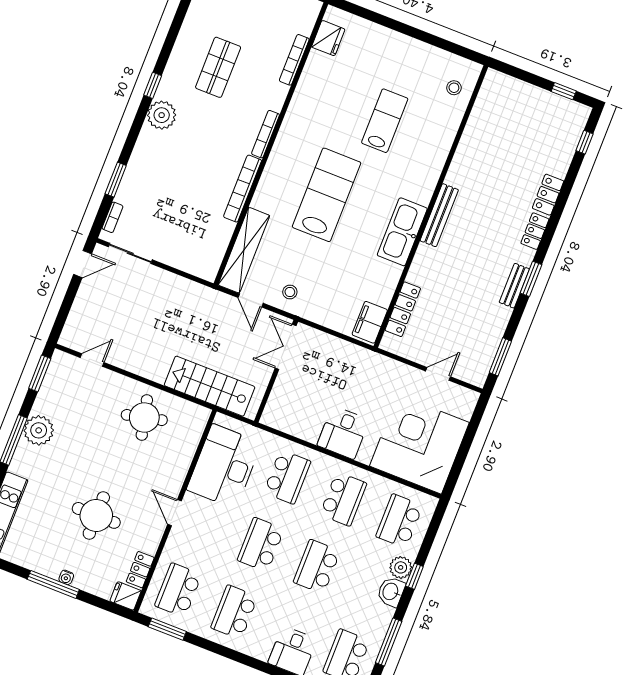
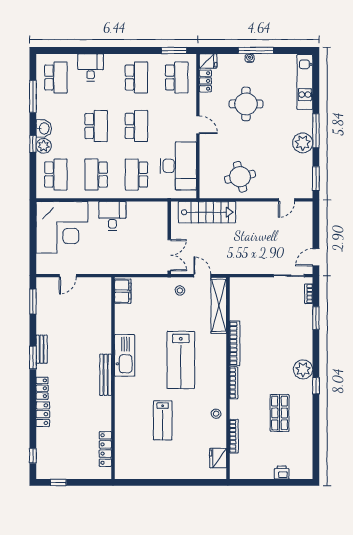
stool: (454, 88) -> (216, 414), moved
locker: (403, 309) -> (105, 449), moved

